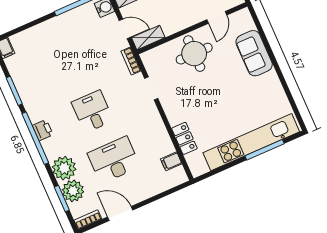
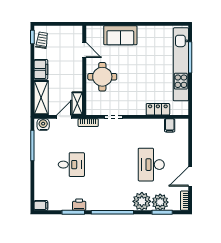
desk: (92, 111) -> (71, 165), moved, turned 180
printer: (43, 130) -> (79, 205), moved

